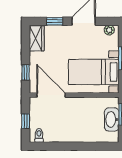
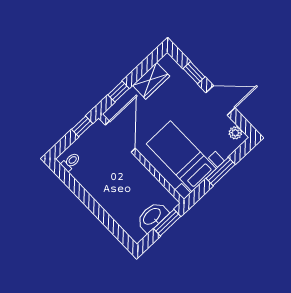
wardrobe: (37, 38) -> (151, 81), moved
window: (26, 121) -> (82, 126), moved

